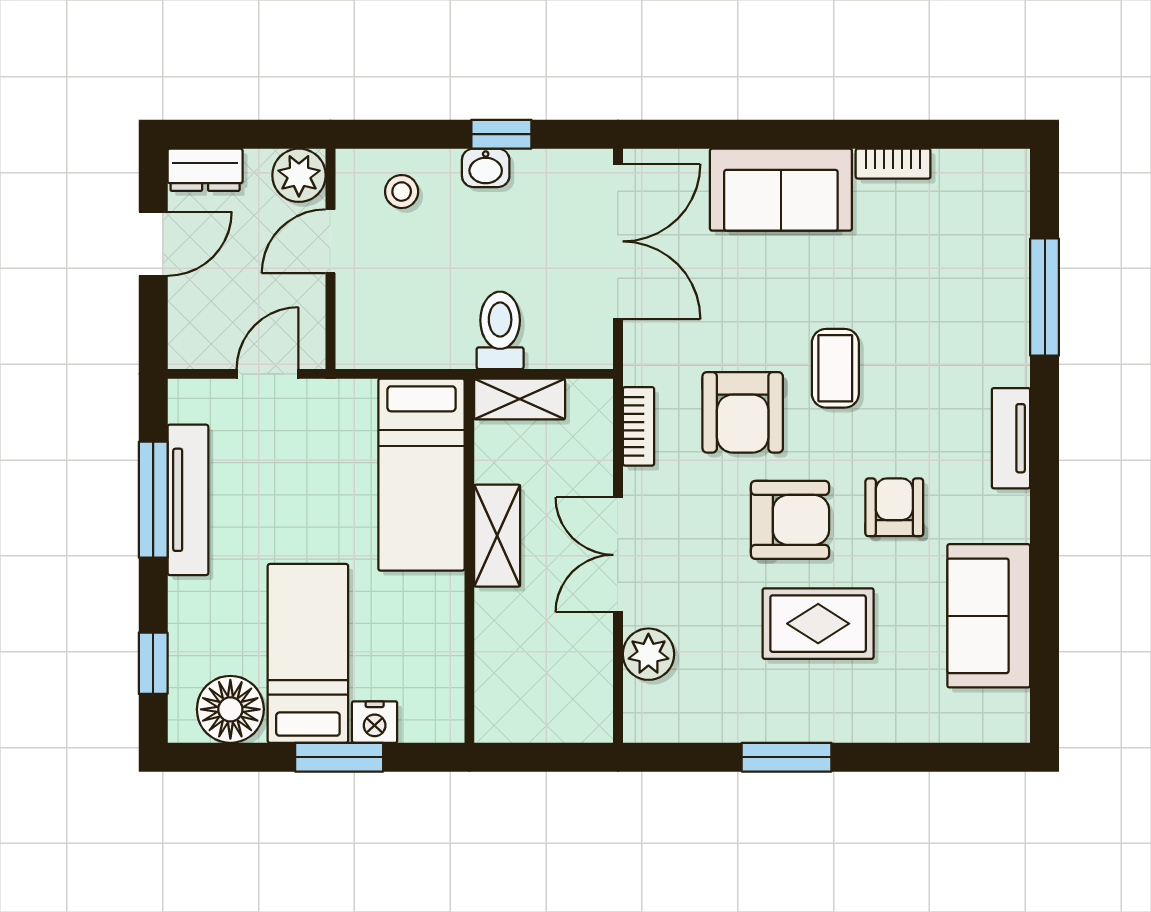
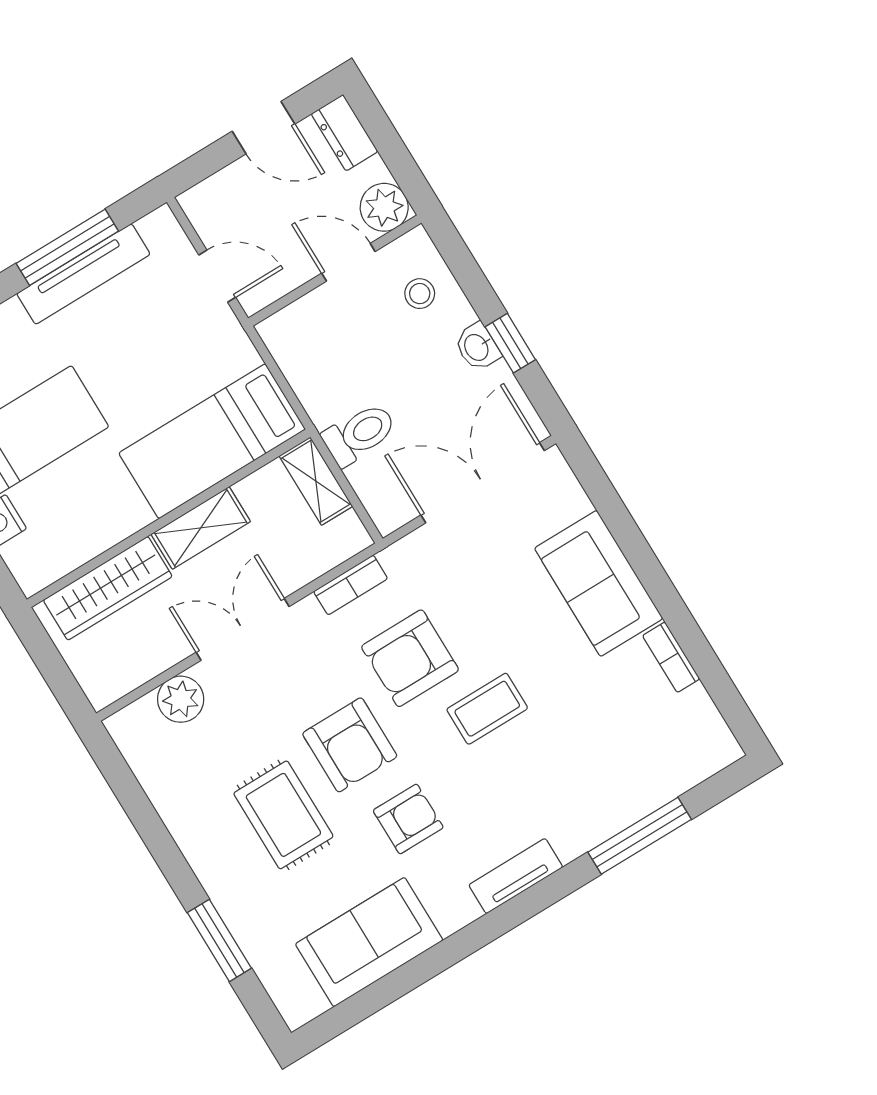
double door: (618, 241) -> (483, 483), swing flipped
wardrobe: (501, 659) -> (108, 588), added
window: (787, 757) -> (219, 940), moved

